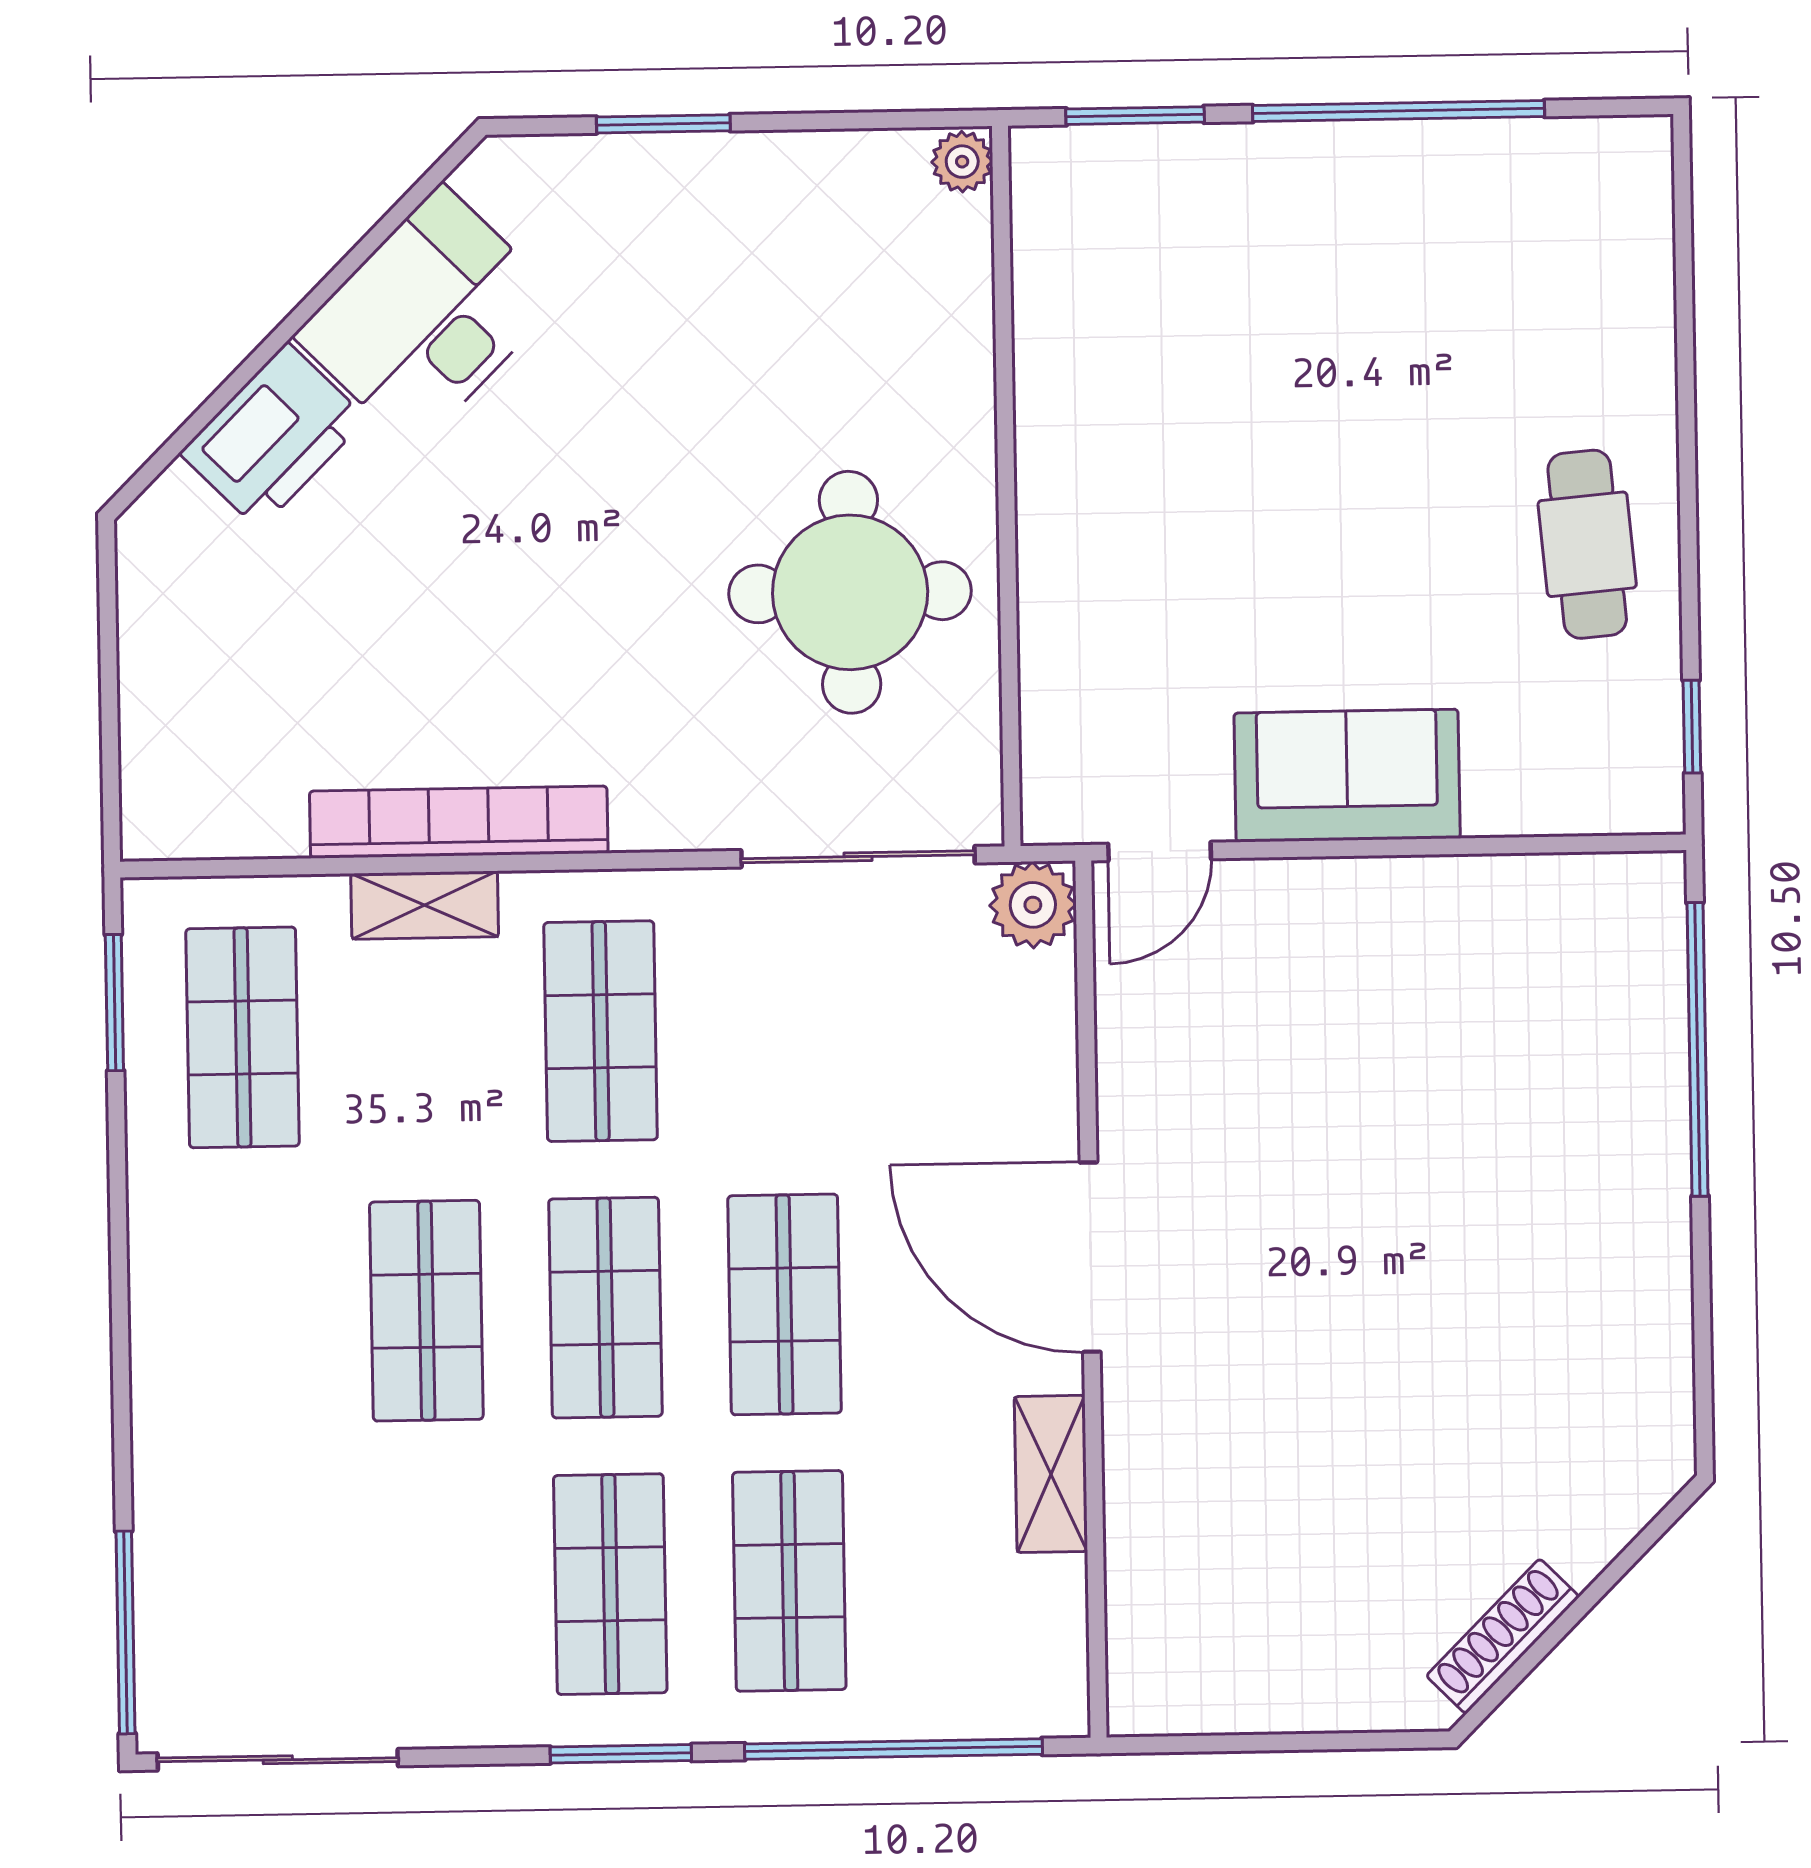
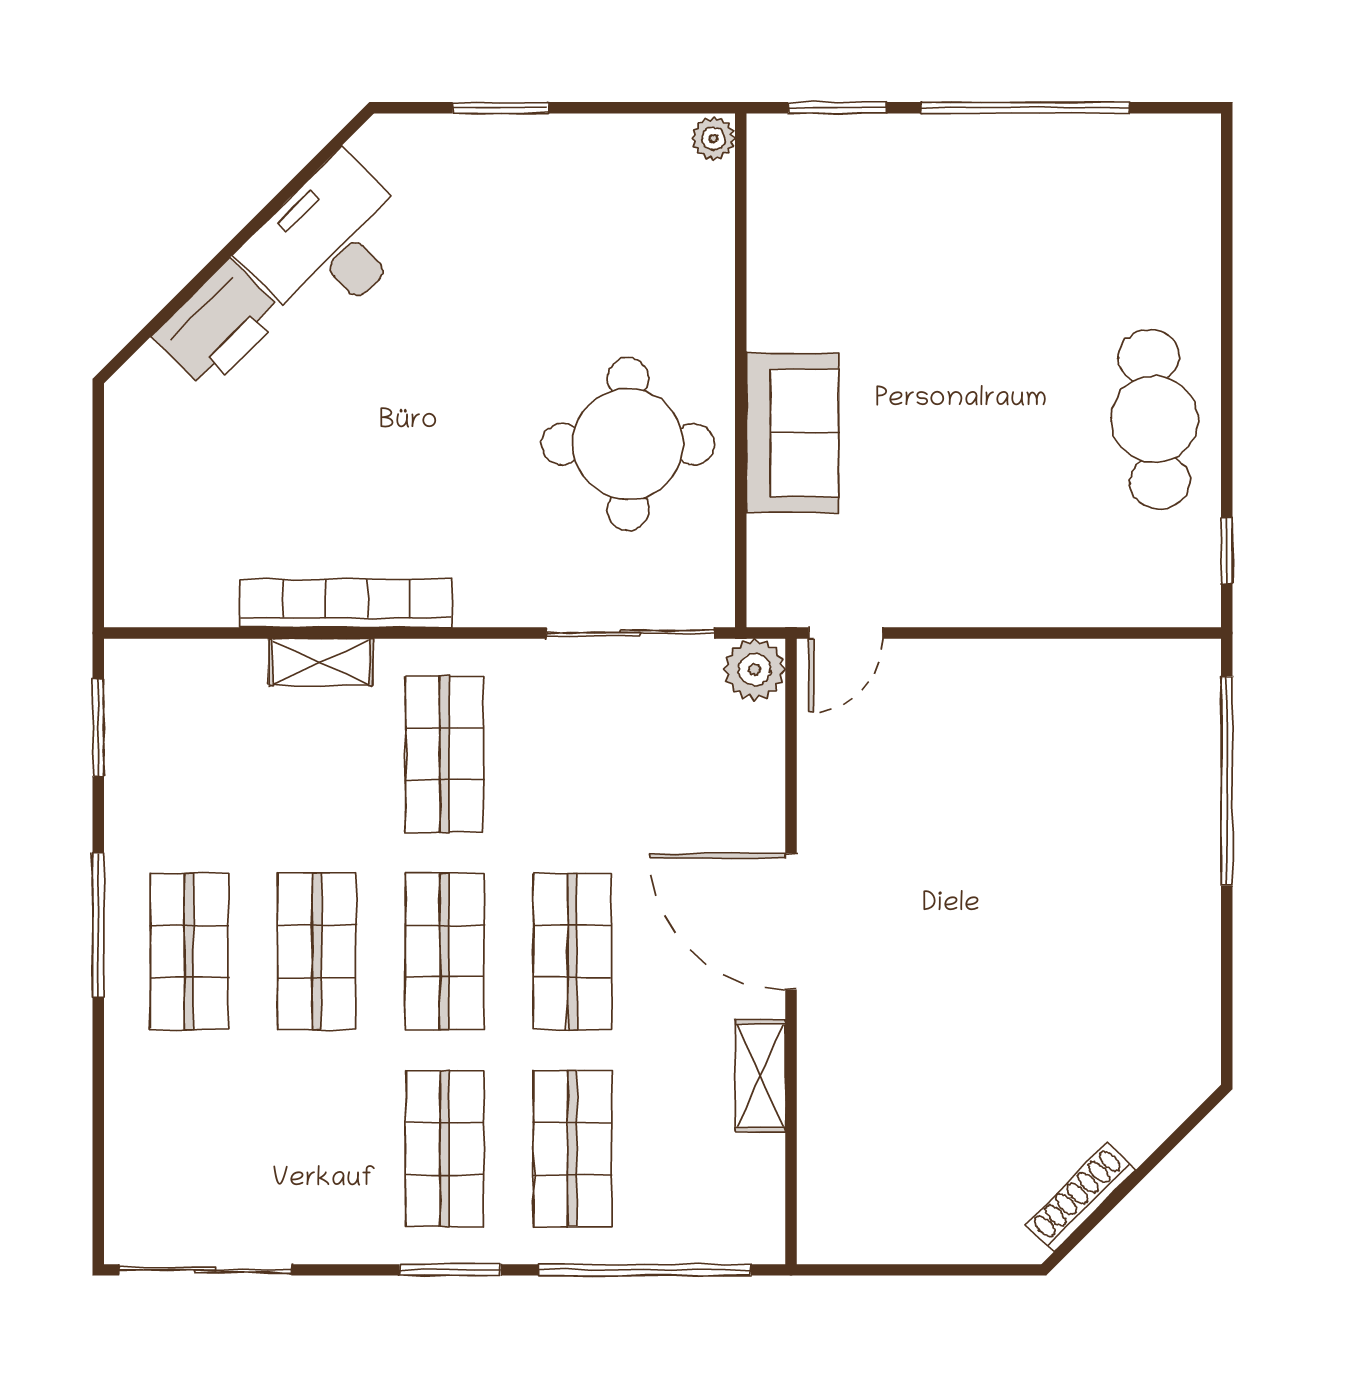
cafe table: (1587, 544) -> (1154, 419), width x1.37, depth x1.35
sofa: (1347, 776) -> (793, 433), moved, turned 90
shop shelf: (243, 1037) -> (189, 951), moved
window: (125, 1632) -> (98, 925), moved

